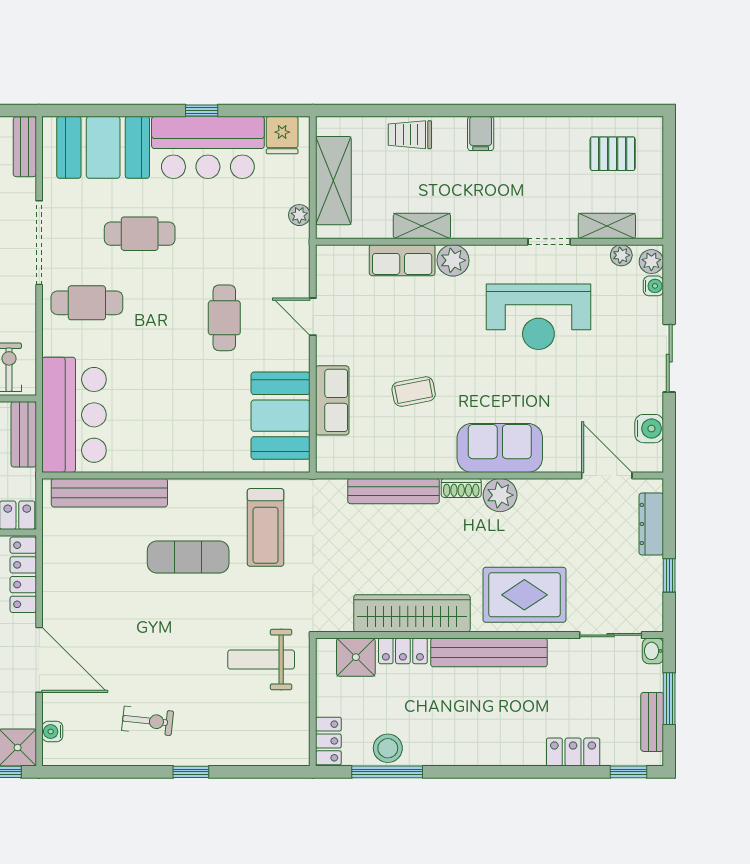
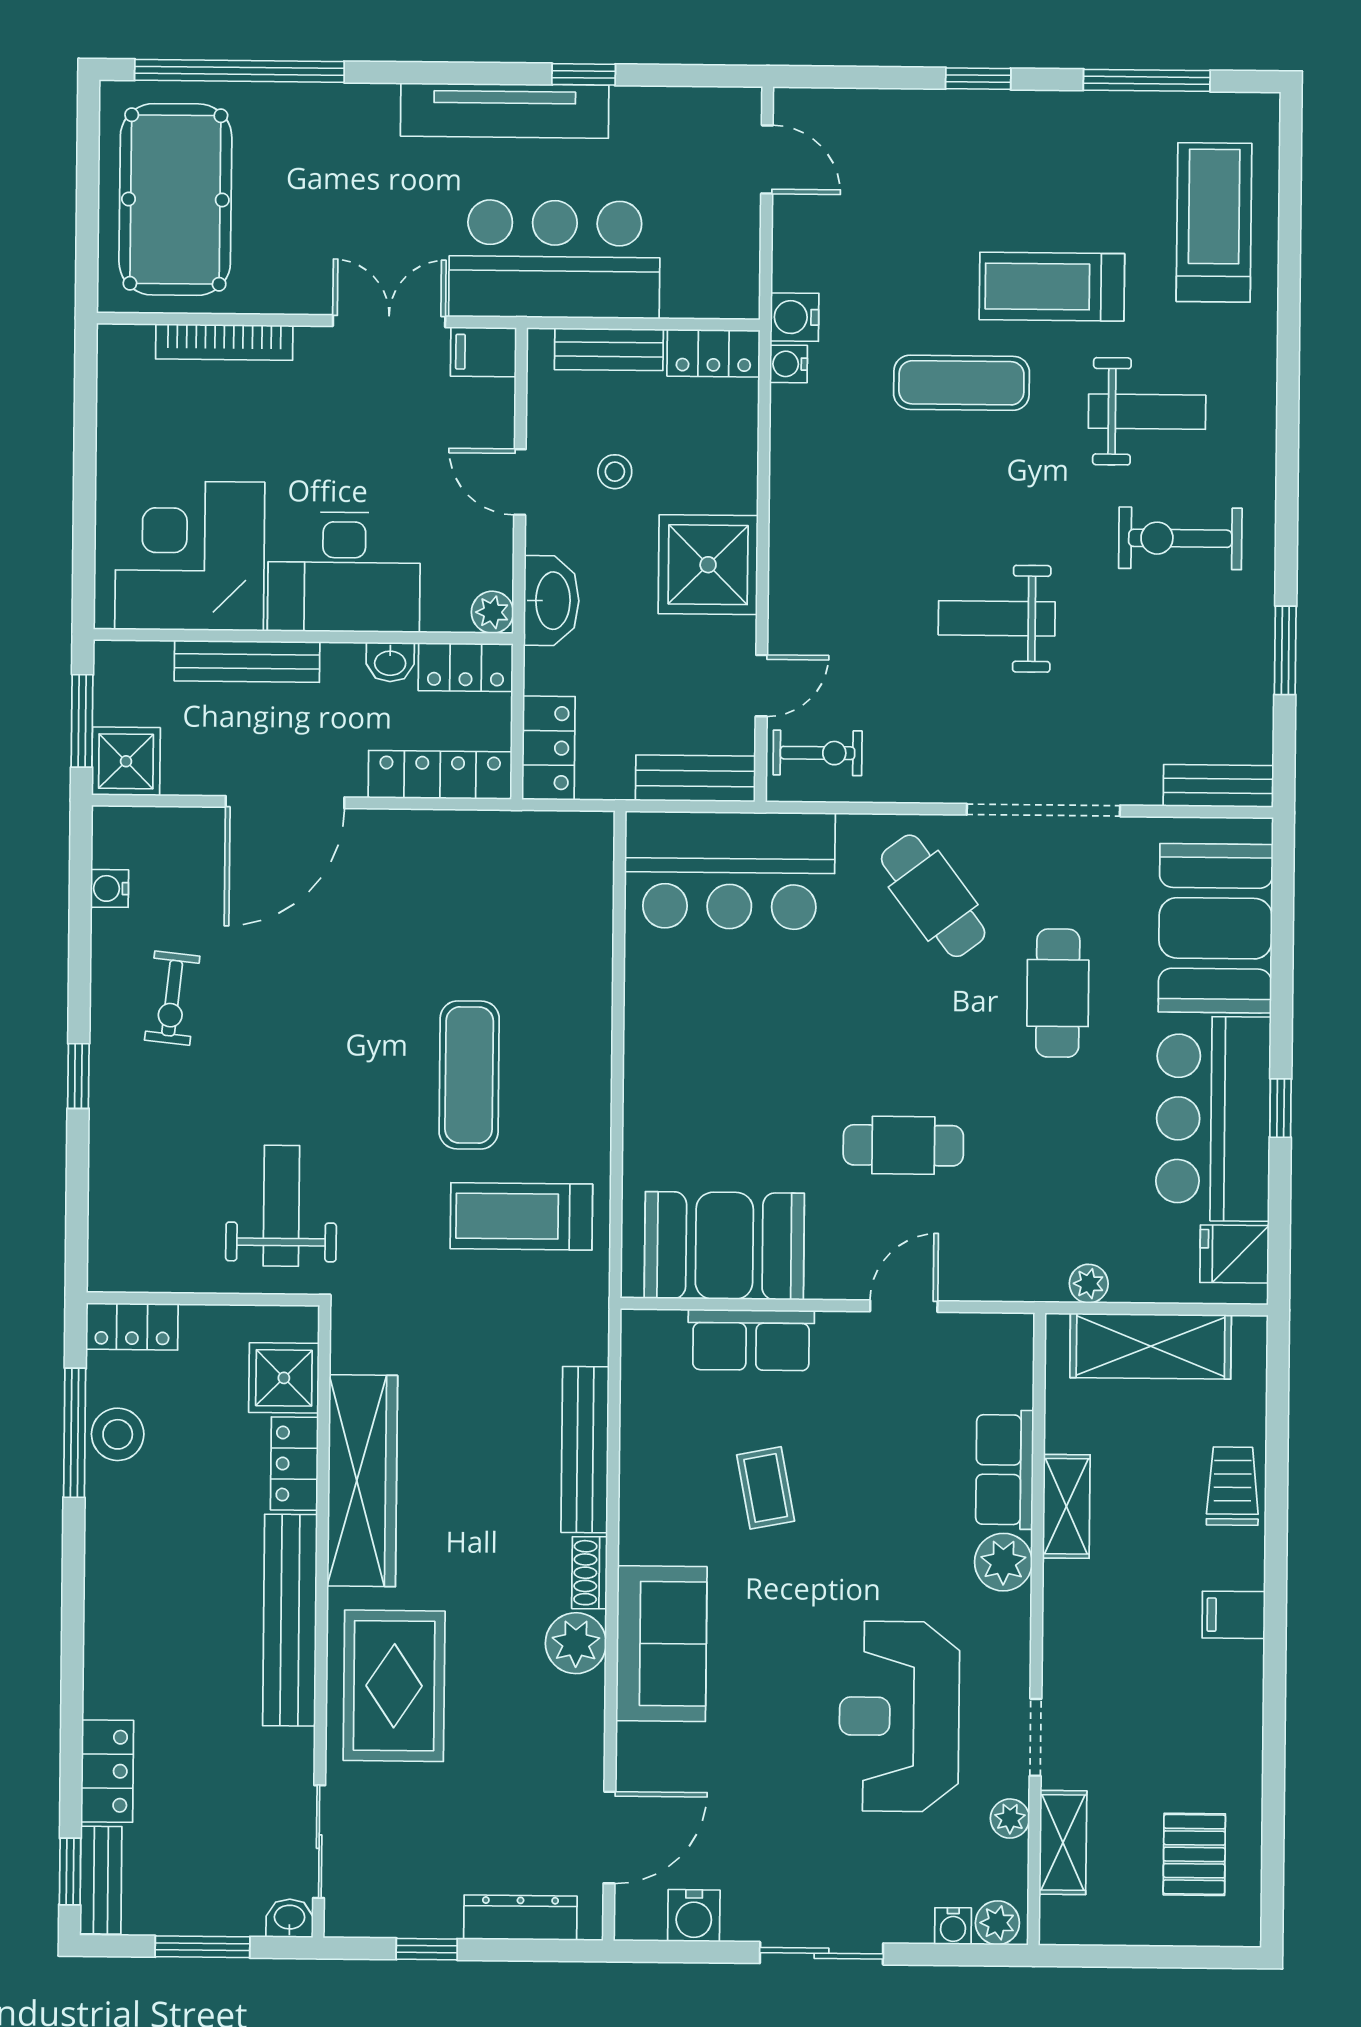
plant: (621, 255) -> (1010, 1819), moved
cafe table: (87, 303) -> (933, 896), turned -37
bench: (109, 493) -> (588, 933), removed
bench: (652, 722) -> (101, 1880), moved, turned 90
water cooler: (52, 732) -> (110, 888), moved, turned -90

